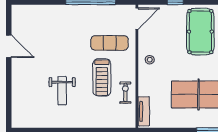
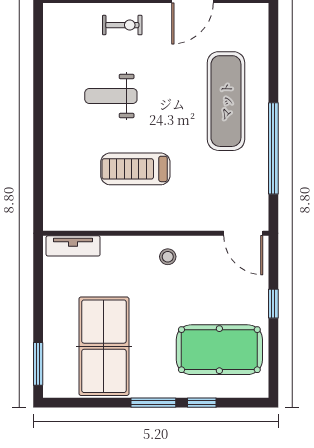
exercise mat: (110, 43) -> (226, 101), moved, width x1.36, depth x1.45
exercise bike: (125, 93) -> (122, 25), moved

